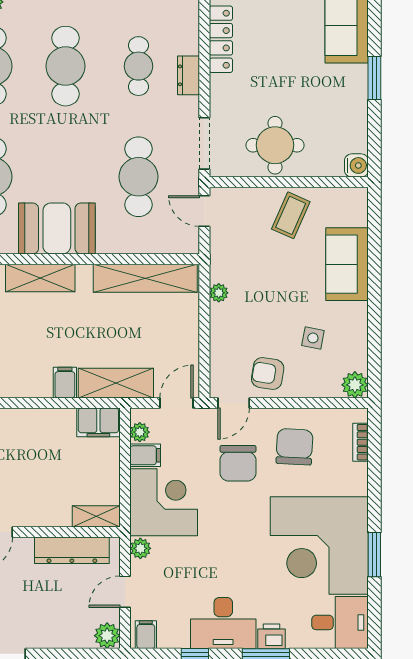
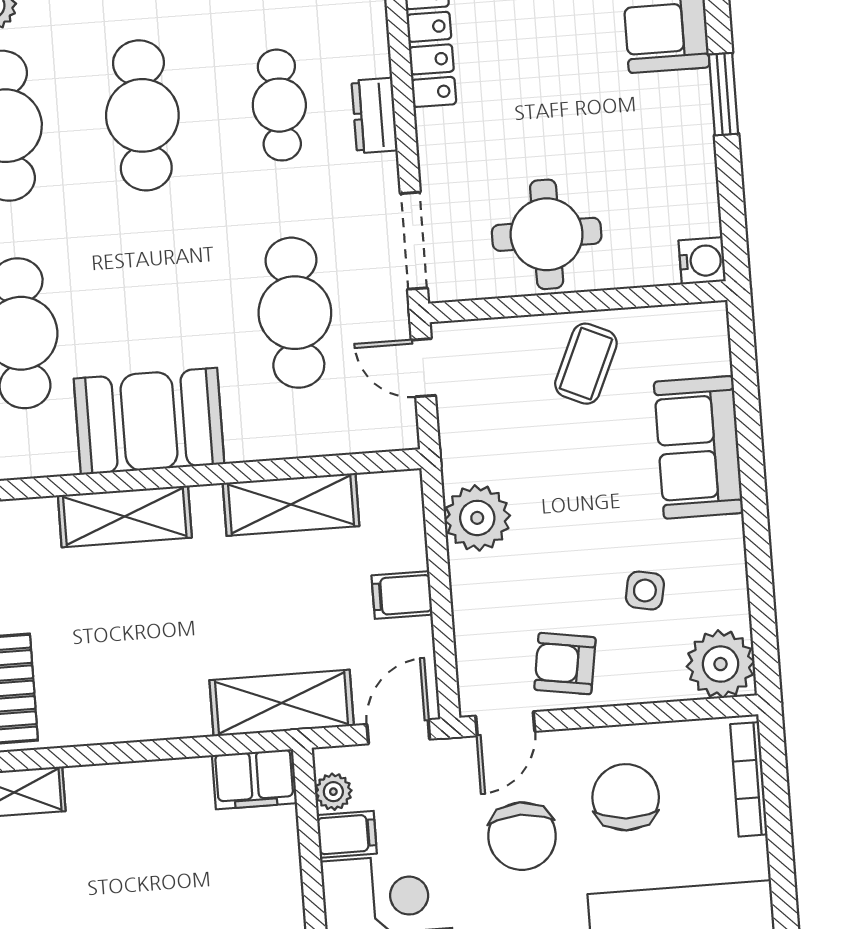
shelving: (145, 278) -> (291, 504), width x0.68
plant: (219, 293) -> (477, 518), width x1.87, depth x1.87
filing cabinet: (65, 383) -> (402, 595), moved, turned -90
plant: (355, 385) -> (721, 664), width x1.36, depth x1.36
bookcase: (360, 442) -> (749, 779), width x1.56

